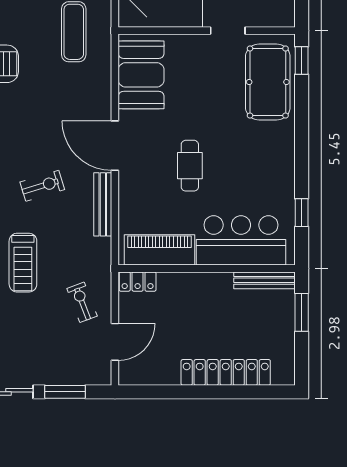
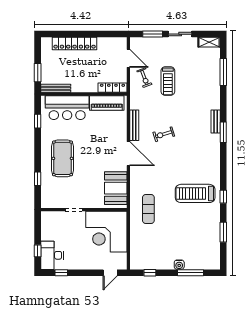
window: (302, 60) -> (38, 179), moved
pool table: (268, 82) -> (63, 158), moved
cafe table: (190, 166) -> (92, 144), removed
treadmill: (23, 263) -> (168, 81), moved, turned 180
locker: (138, 282) -> (112, 88), width x1.53
door: (115, 342) -> (128, 58), swing flipped

